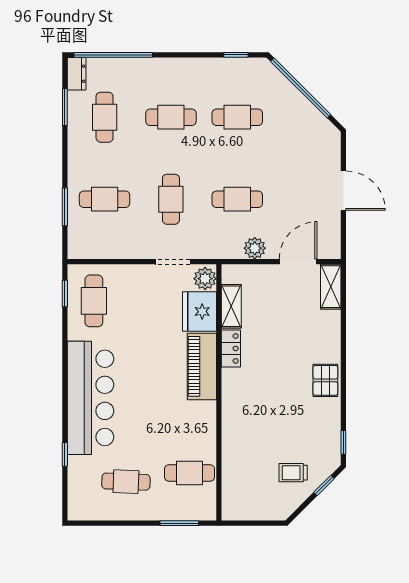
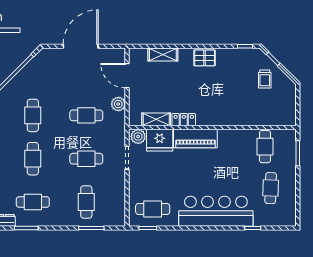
door: (343, 191) -> (81, 46), width x1.36
cafe table: (237, 199) -> (86, 115), turned 90
shelving: (331, 287) -> (163, 54), moved

